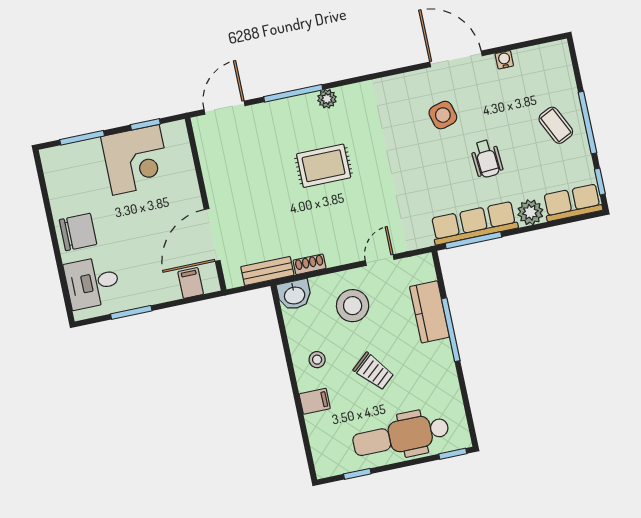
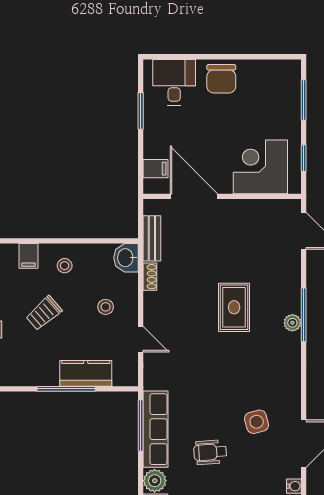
window: (293, 93) -> (304, 315), moved
corner desk: (136, 160) -> (260, 167), moved, turned 90
stool: (353, 306) -> (106, 307), width x0.53, depth x0.53

